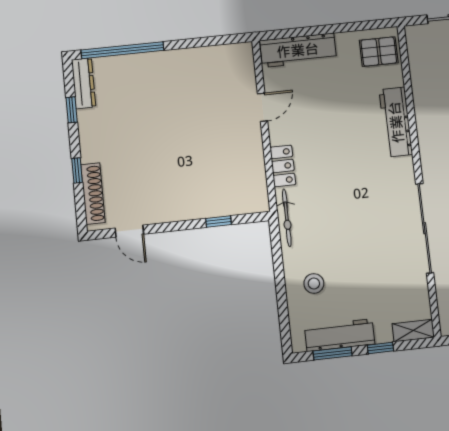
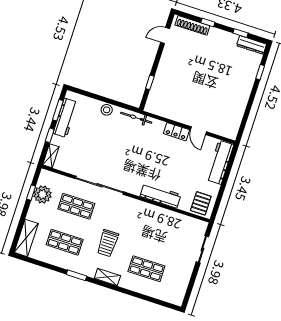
window: (122, 50) -> (260, 72), width x0.32
locker: (283, 166) -> (176, 132), moved
stool: (314, 283) -> (107, 110), moved

